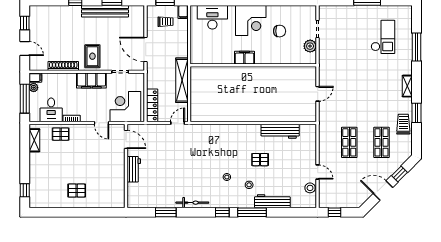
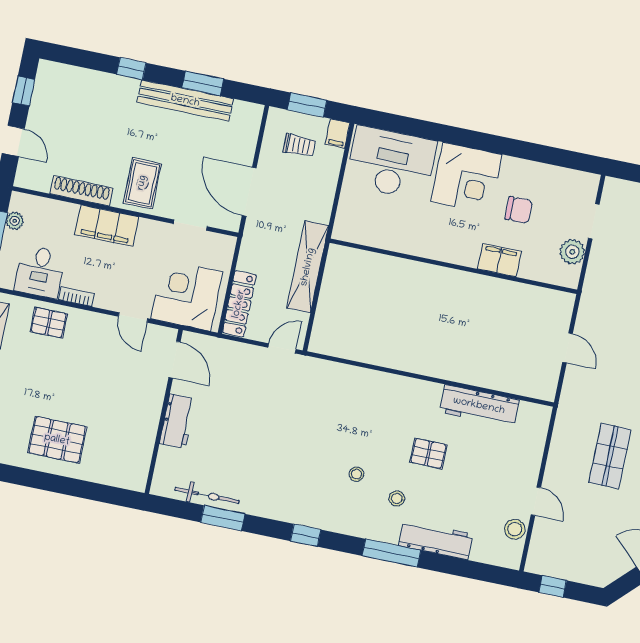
desk: (212, 17) -> (391, 163), width x1.36, depth x1.30
filing cabinet: (244, 58) -> (499, 260), moved
filing cabinet: (35, 78) -> (22, 202), removed
filing cabinet: (91, 81) -> (107, 226), moved
door: (318, 94) -> (567, 348), hinge flipped
pallet: (77, 191) -> (57, 440), width x1.50, depth x1.42
bicycle: (192, 203) -> (207, 495), moved
window: (222, 212) -> (306, 535), moved

